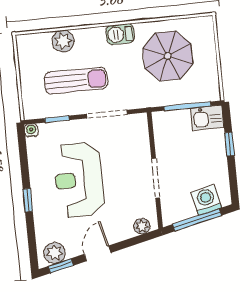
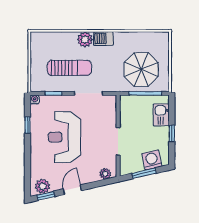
plant: (63, 41) -> (85, 39), moved
parasol: (168, 56) -> (141, 69), moved
kitchen sink: (207, 118) -> (161, 115), moved, turned 90
window: (229, 144) -> (172, 133), moved
window: (28, 200) -> (28, 125), moved
window: (197, 220) -> (144, 173), width x0.69

